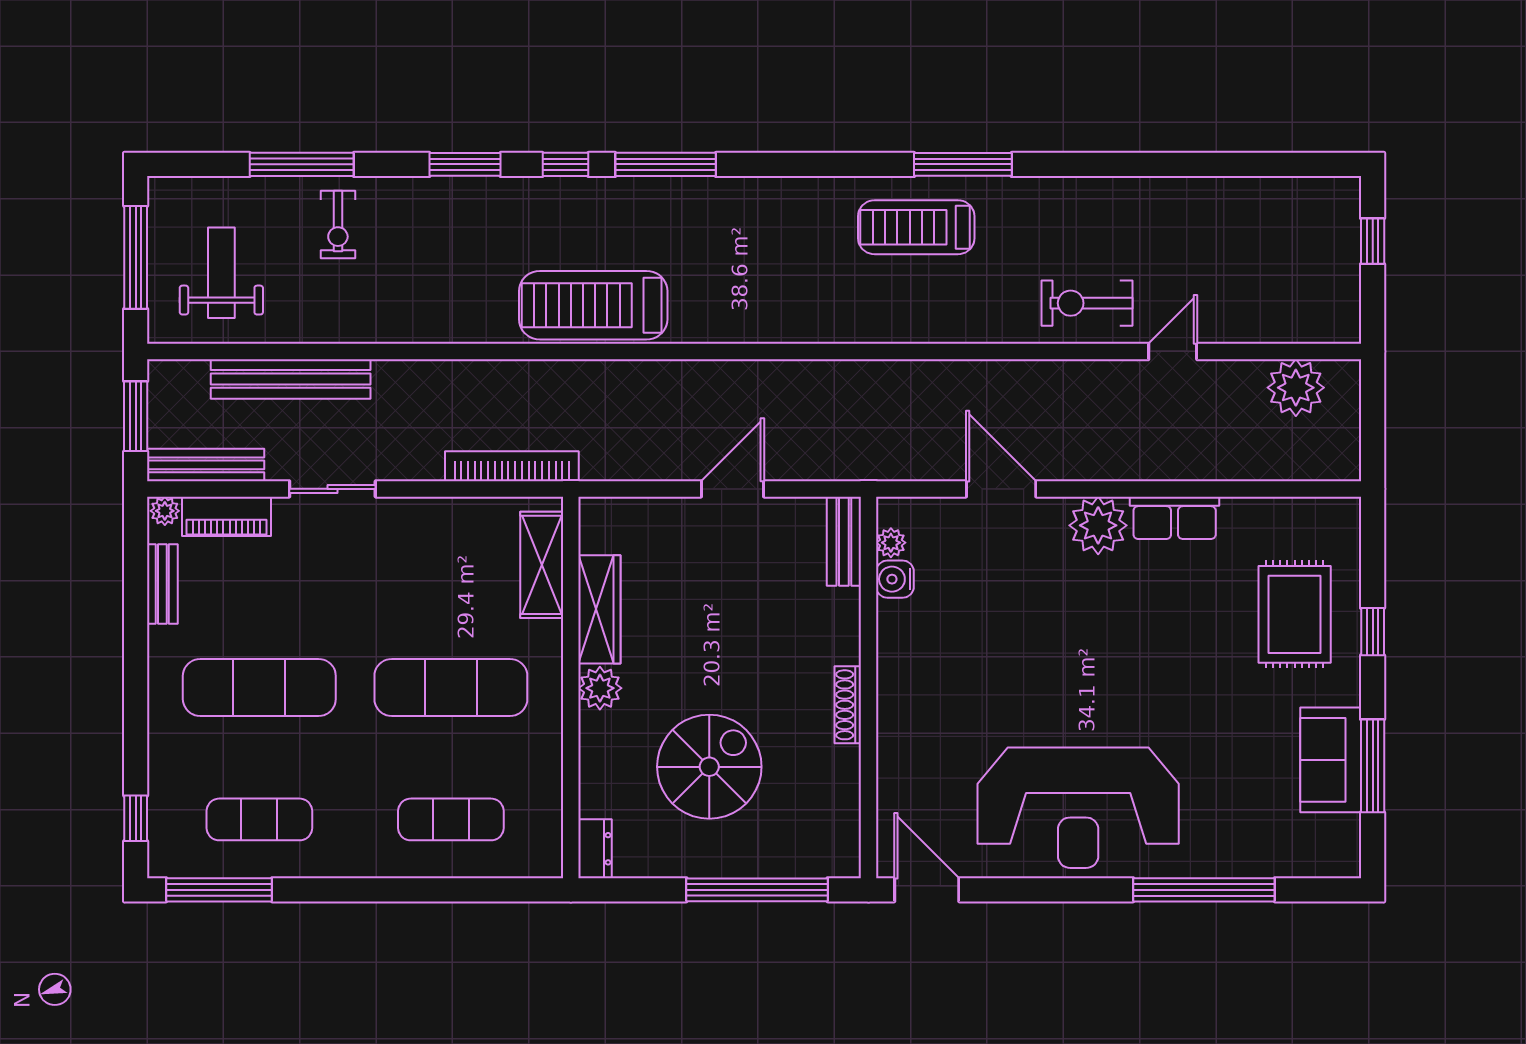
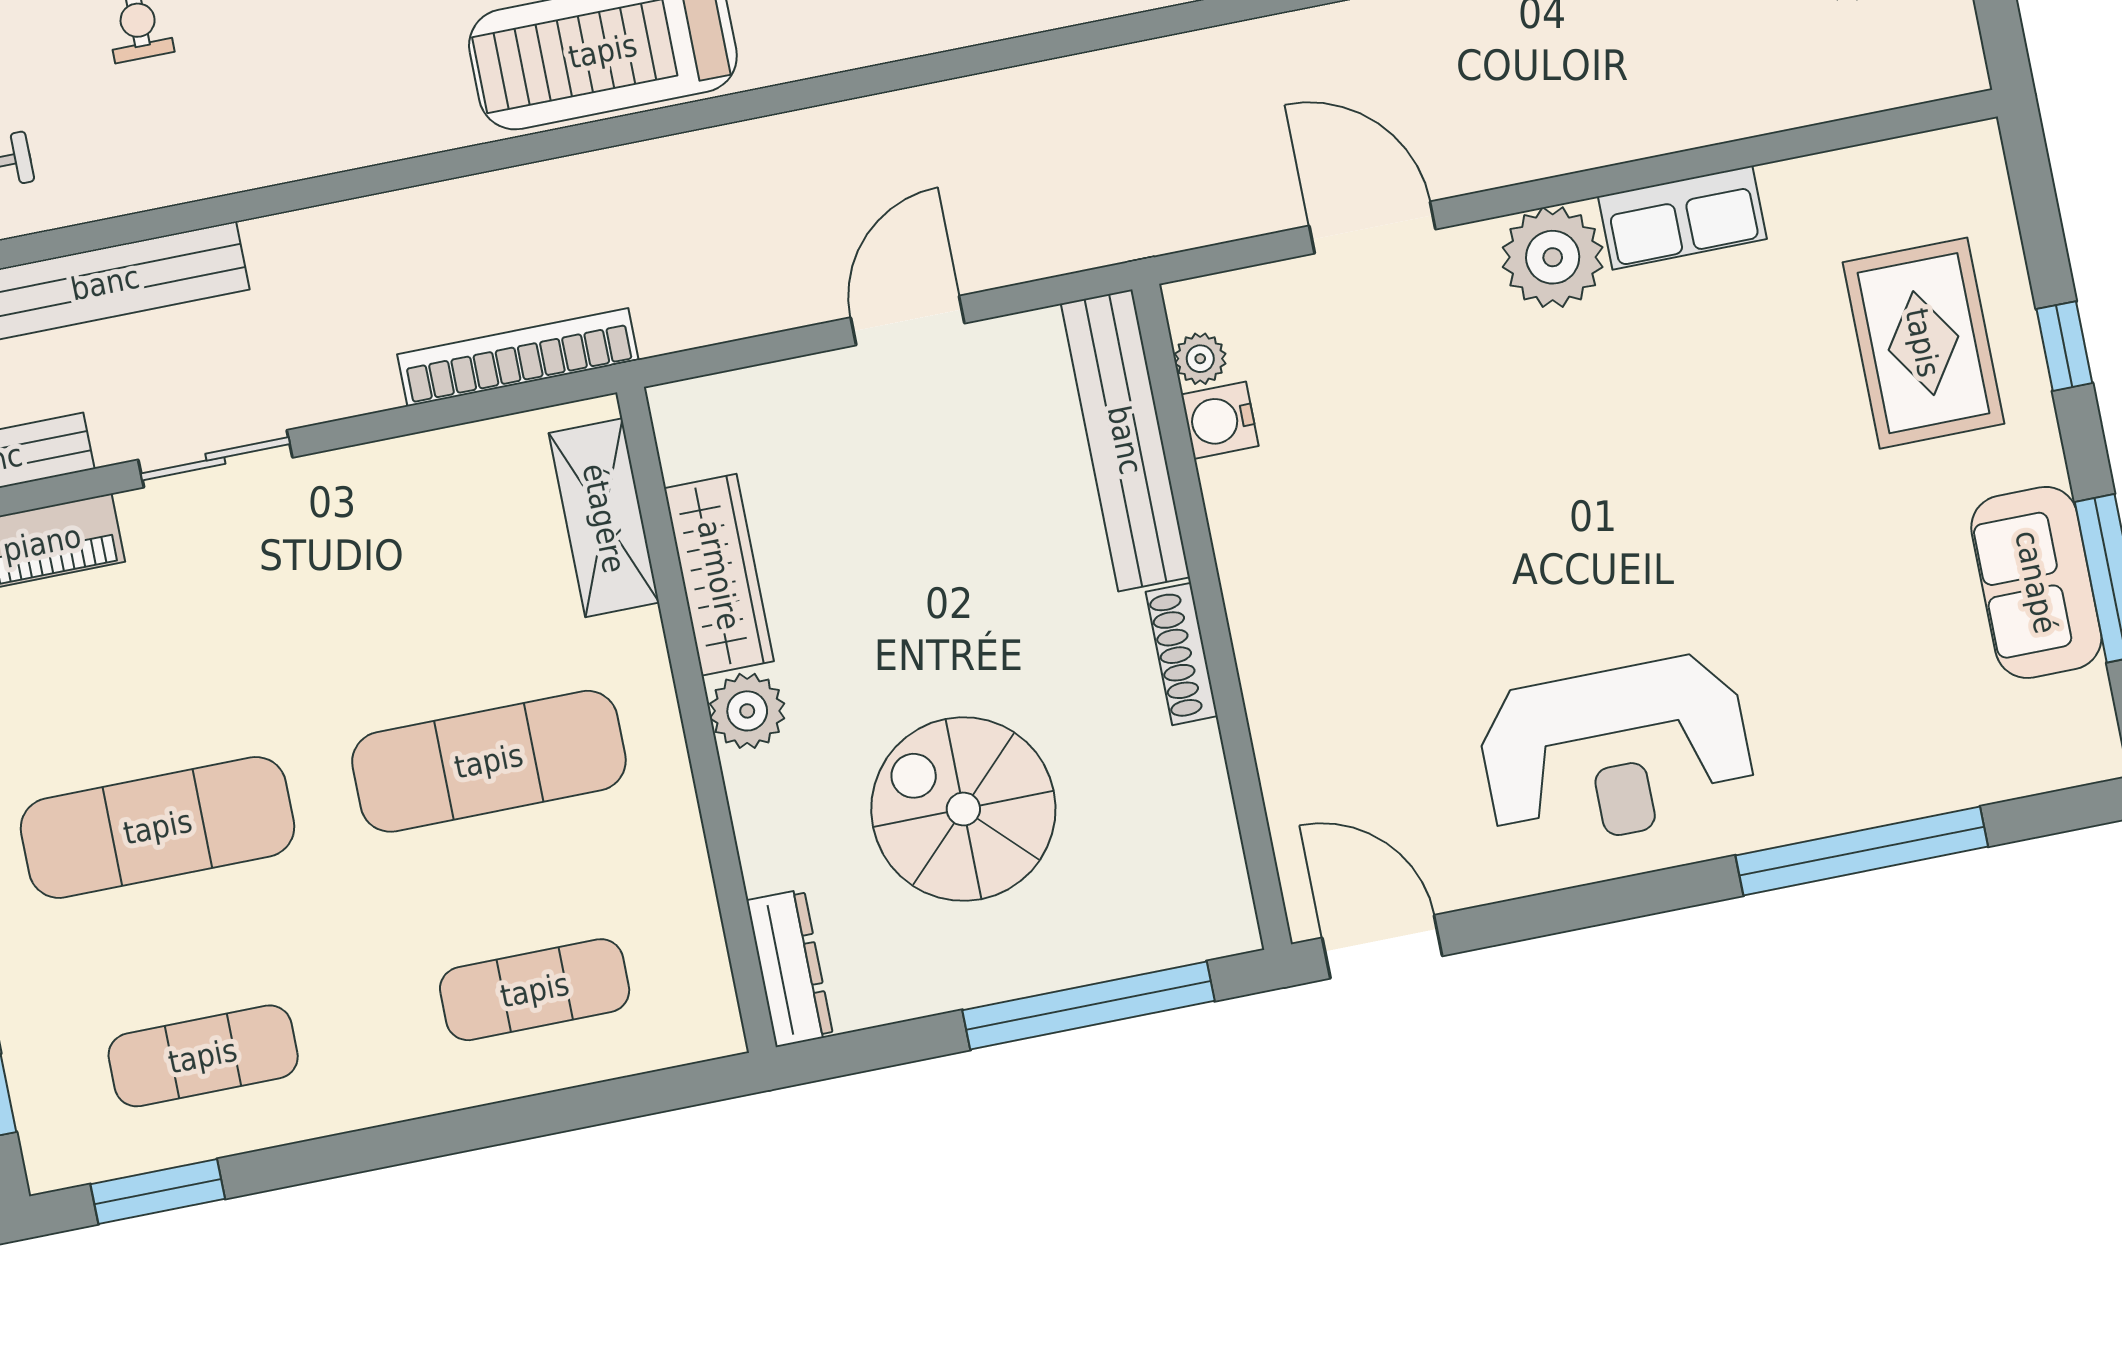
bench: (844, 541) -> (1125, 440), width x1.86, depth x1.21
spiral stairs: (709, 767) -> (963, 809), turned -90
reception desk: (1078, 808) -> (1616, 752), width x0.74, depth x0.77
dresser: (595, 849) -> (790, 968), width x1.44
window: (219, 890) -> (158, 1192), width x0.69

